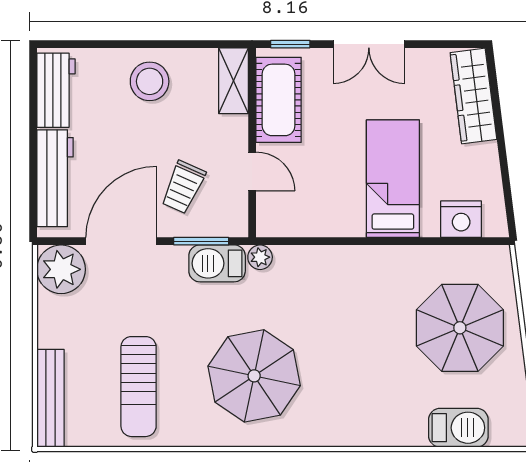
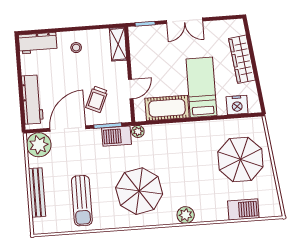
stool: (150, 81) -> (76, 48), width x0.53, depth x0.53
workbench: (56, 90) -> (38, 43), moved, turned 90
wardrobe: (473, 96) -> (242, 59), moved
cot: (279, 100) -> (167, 108), moved, turned 90
door: (252, 172) -> (131, 89), hinge flipped
bench: (50, 398) -> (37, 192), moved
plant: (343, 430) -> (186, 215), added

